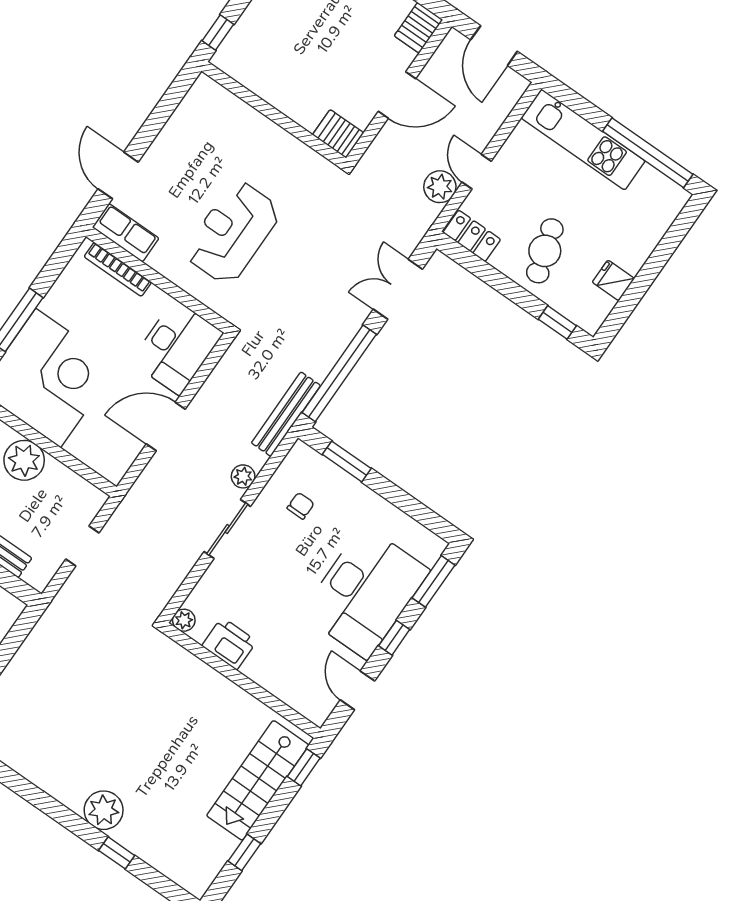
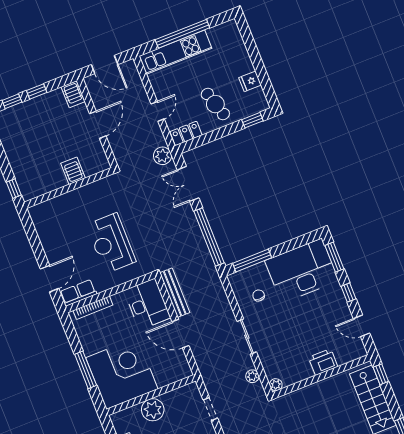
server rack: (338, 134) -> (73, 171), moved, turned 90
window: (648, 153) -> (182, 34), moved
door: (477, 172) -> (158, 111), swing flipped
door: (118, 175) -> (49, 279), swing flipped
plant: (440, 187) -> (162, 156), moved
bench: (286, 414) -> (175, 293), moved
door: (166, 426) -> (180, 334), hinge flipped
window: (347, 461) -> (252, 260), width x1.44
plant: (243, 476) -> (252, 376), moved
desk: (365, 592) -> (302, 271), moved, turned -90
printer: (229, 644) -> (323, 362), moved

